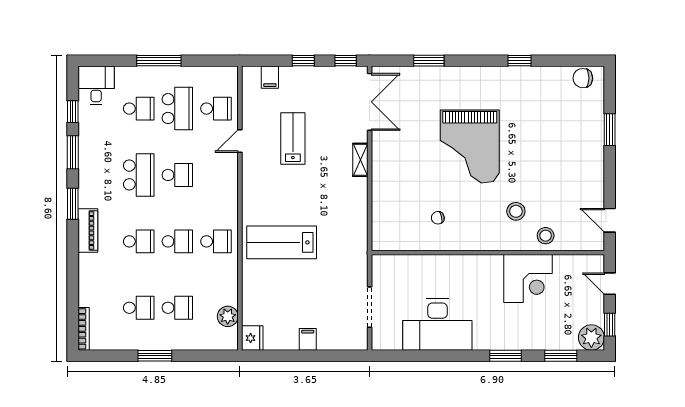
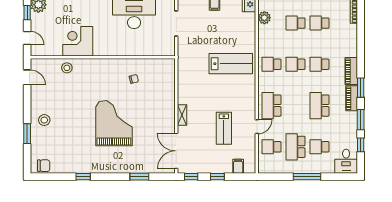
school desk: (177, 175) -> (272, 106), moved, width x1.85
piano: (87, 187) -> (352, 98), added
stool: (516, 211) -> (44, 120), moved

